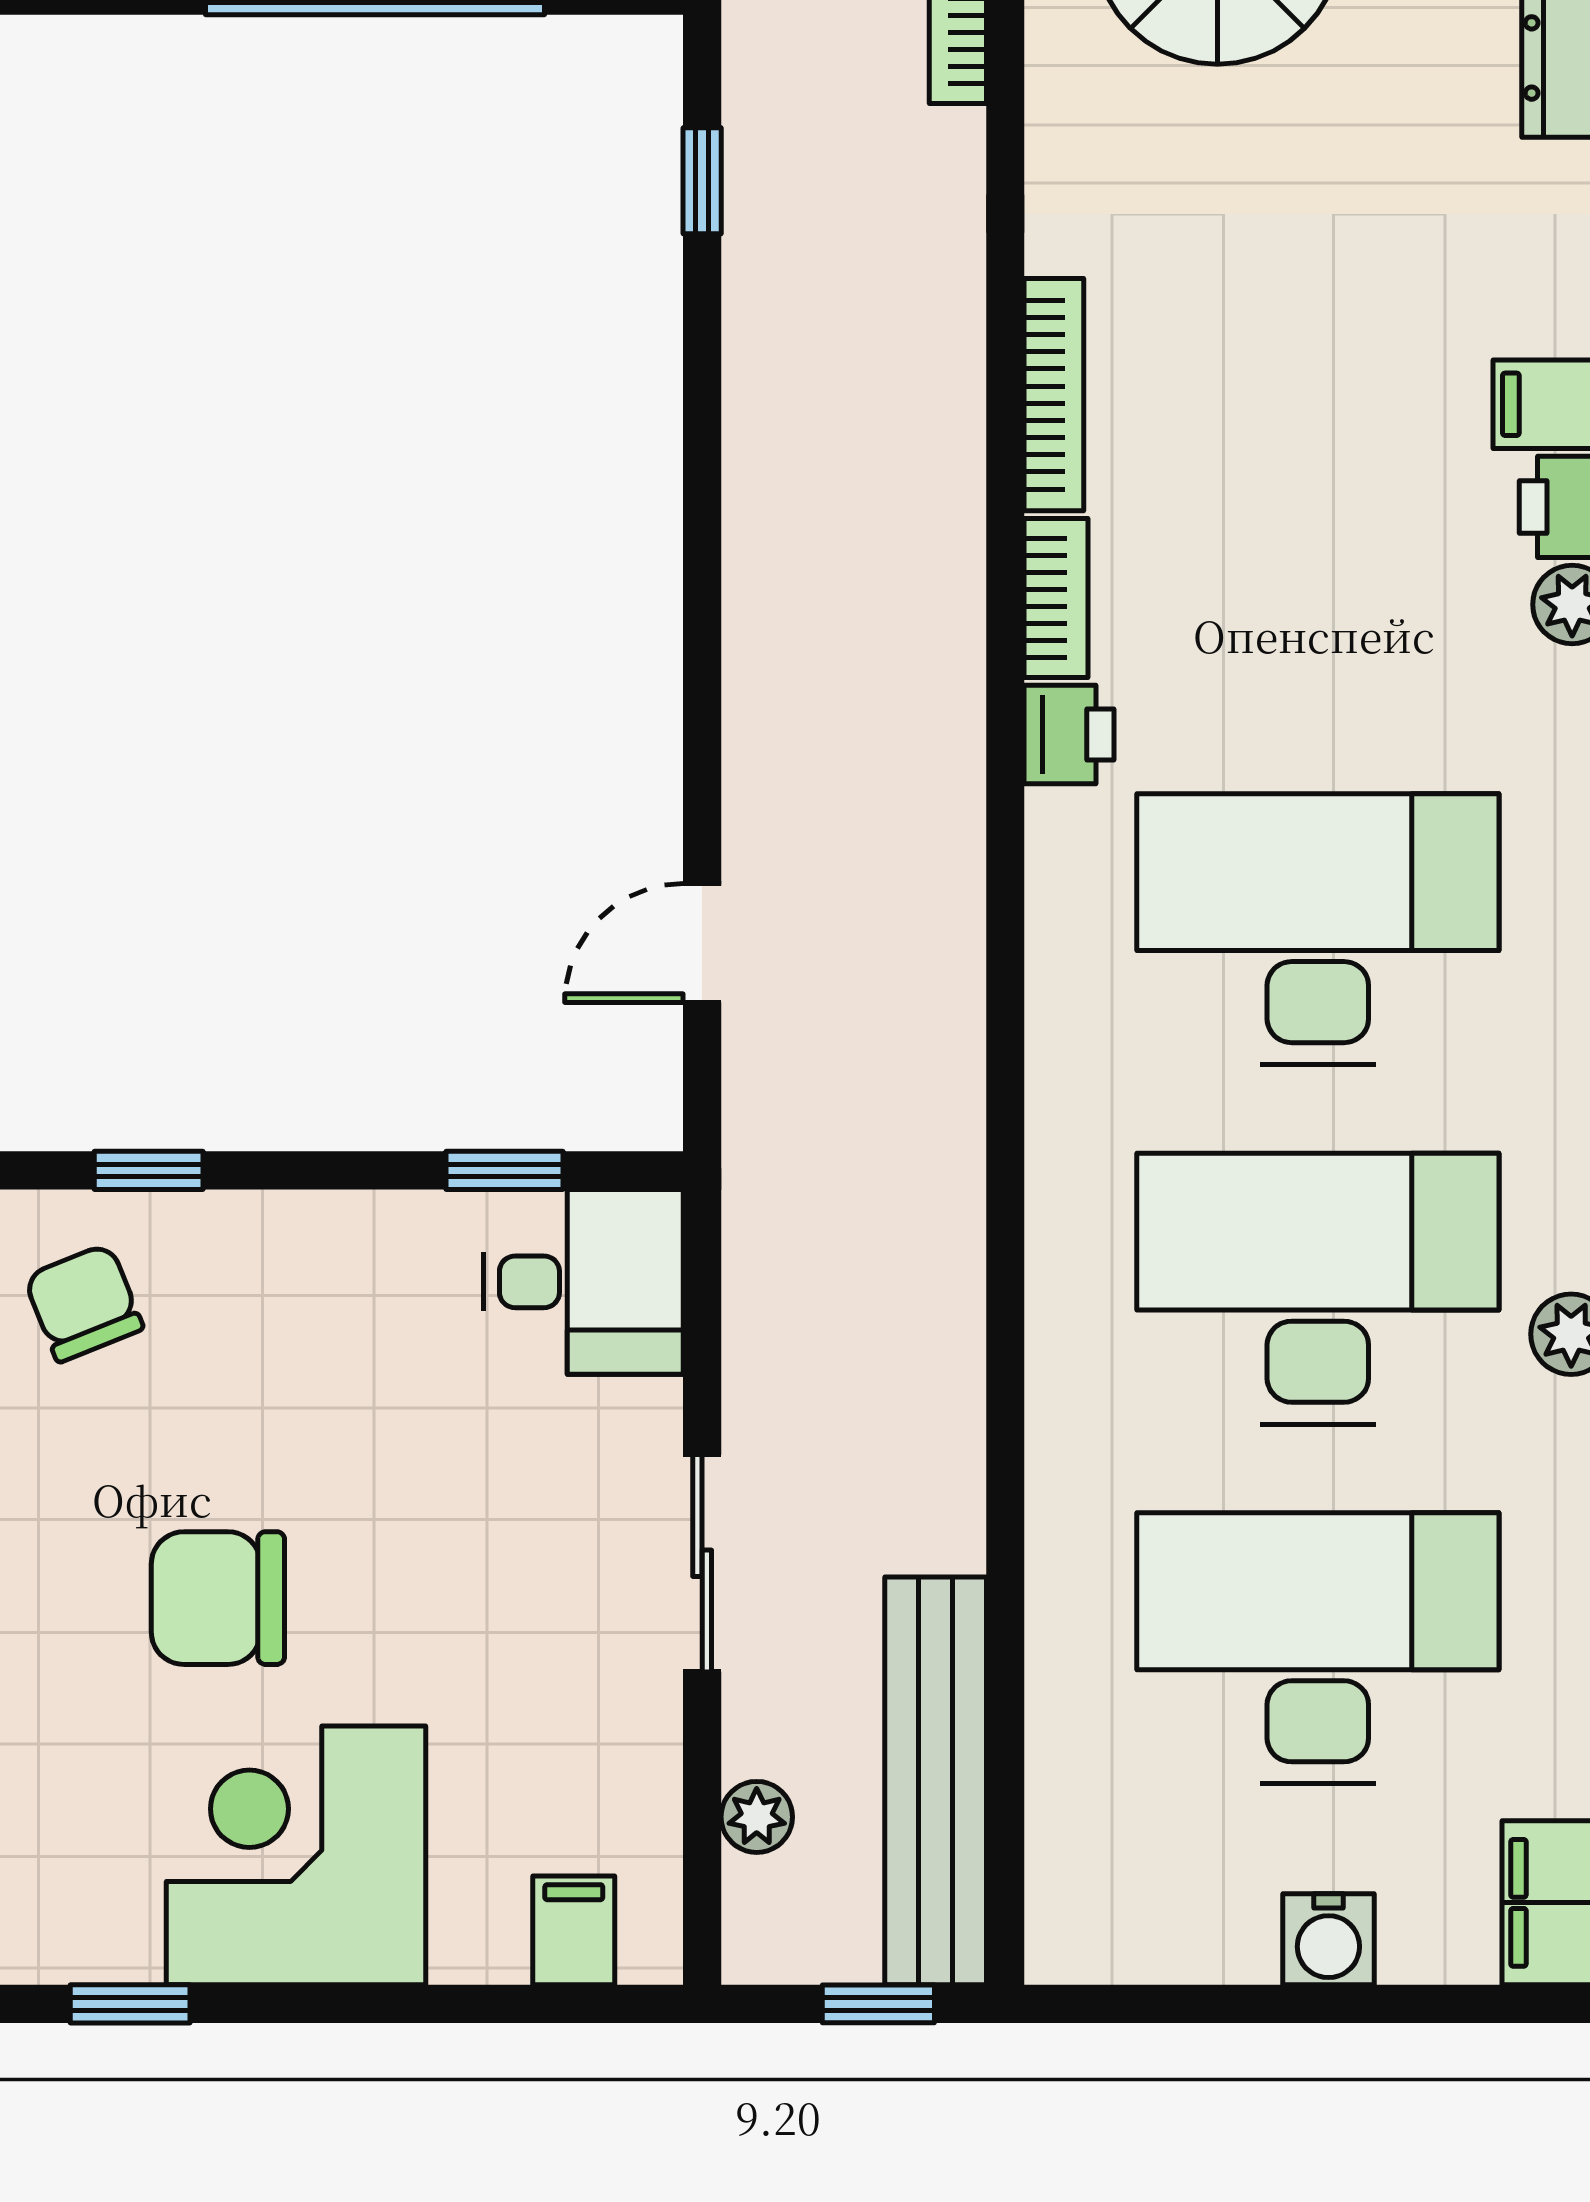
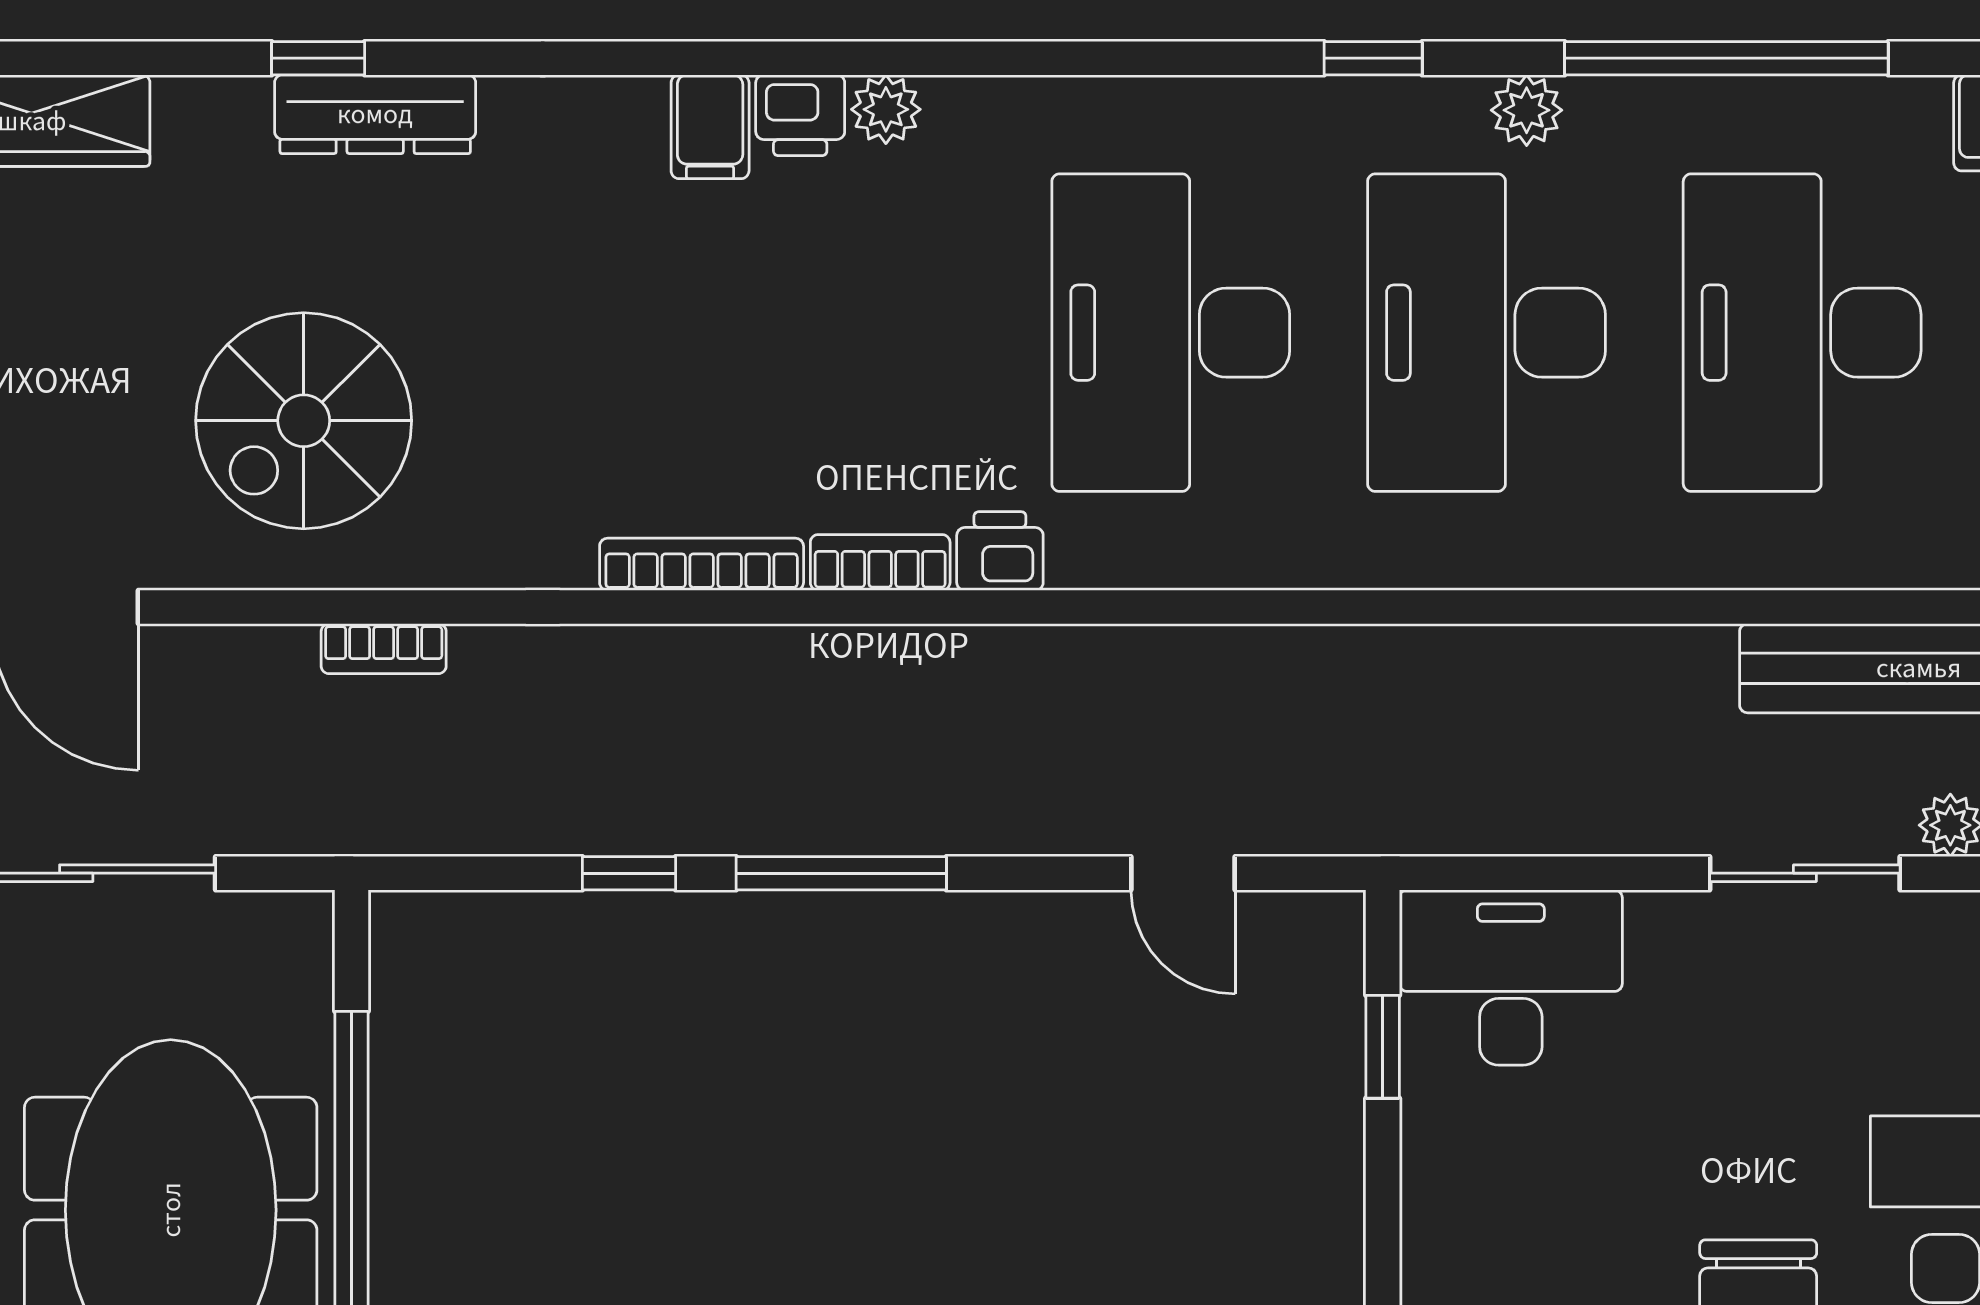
window: (702, 181) -> (629, 873), moved
window: (702, 554) -> (841, 873), added
desk: (583, 1282) -> (1511, 977), width x1.37
sliding door: (702, 1563) -> (1805, 873), moved

